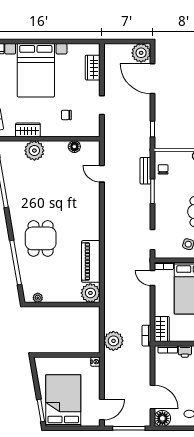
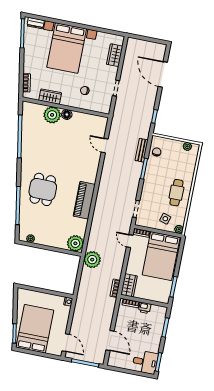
plant: (141, 53) -> (158, 51), removed
floor lamp: (74, 147) -> (67, 114), moved
piano: (91, 261) -> (84, 200), moved
plant: (113, 341) -> (92, 260), moved
door: (102, 410) -> (66, 343), hinge flipped
floor lamp: (162, 418) -> (115, 360), removed

